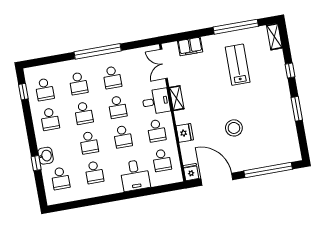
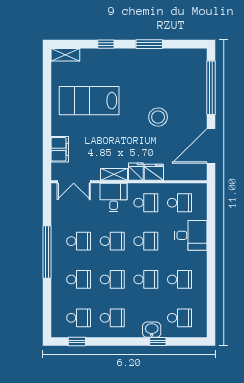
window: (236, 27) -> (47, 95), removed
lab bench: (238, 65) -> (89, 101), width x1.36, depth x1.39
fridge: (191, 172) -> (136, 172), moved, turned 90

